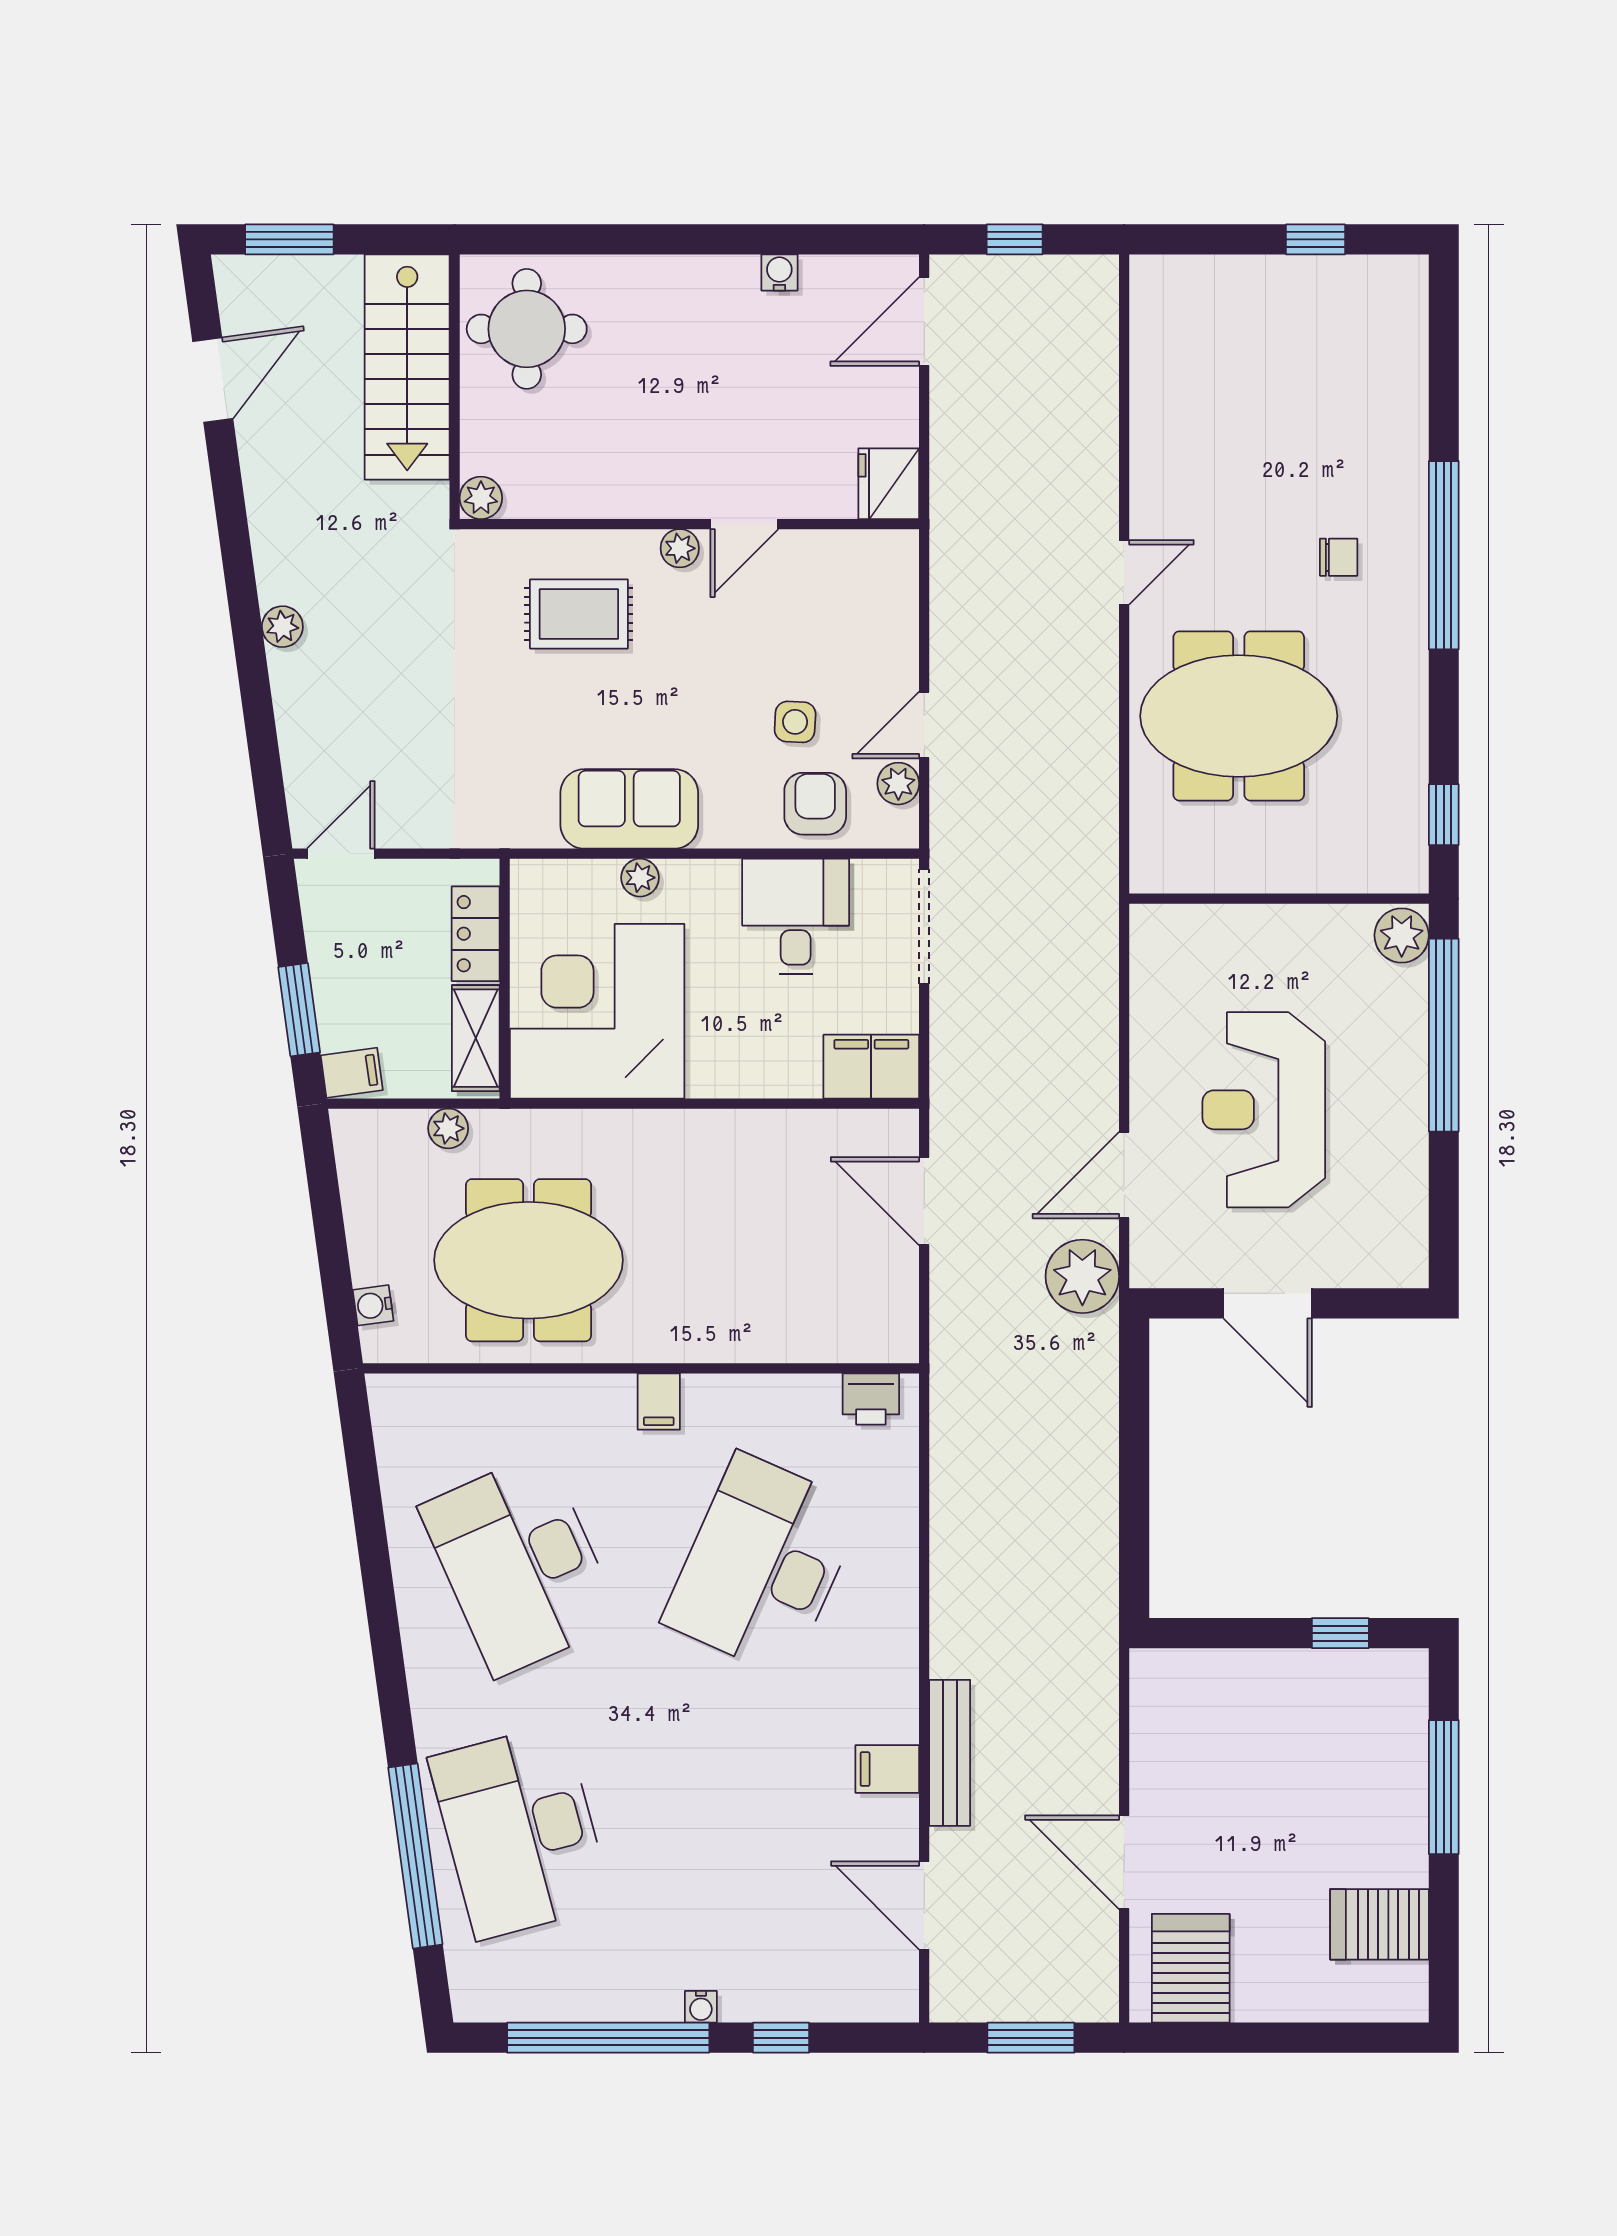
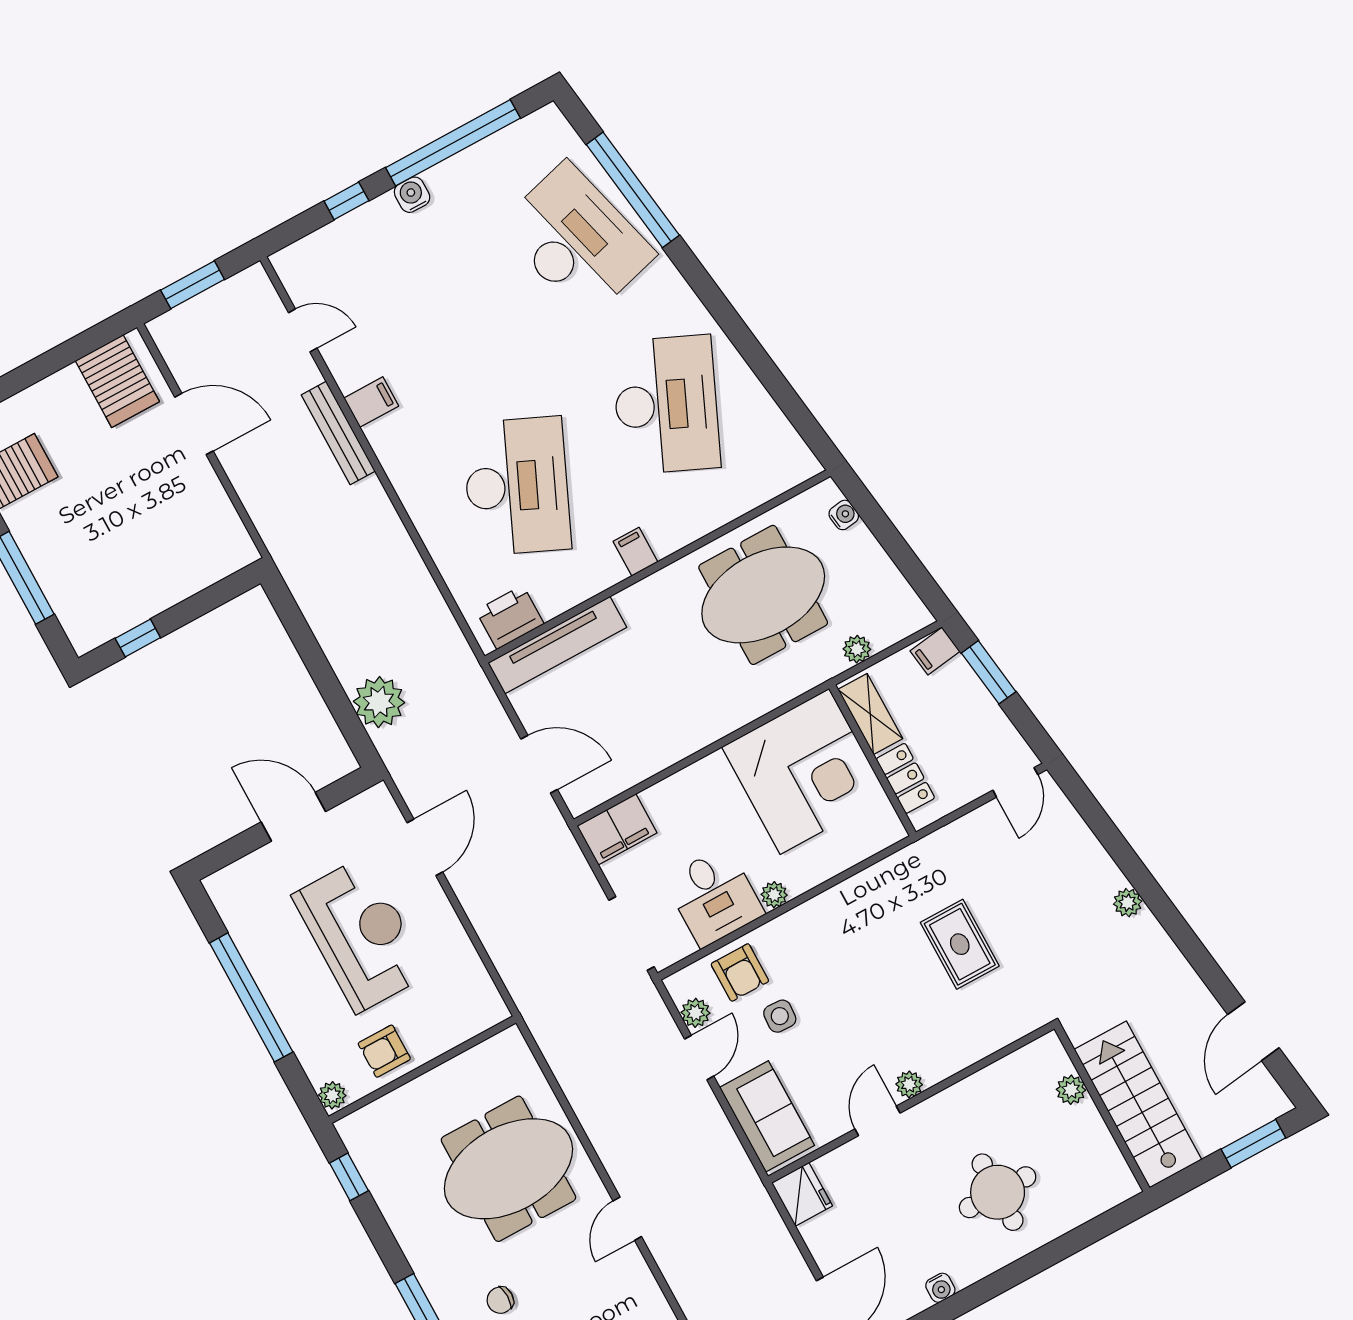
round table: (527, 329) -> (998, 1192), moved
plant: (481, 498) -> (1071, 1090), moved
rug: (579, 614) -> (960, 944), moved, turned 90
sofa: (629, 809) -> (767, 1116), moved, turned -90
plant: (640, 878) -> (774, 895), moved
plant: (1402, 935) -> (332, 1095), width x0.73, depth x0.73
armchair: (1314, 948) -> (384, 1051), added
window: (1444, 1035) -> (251, 997), moved
plant: (1082, 1276) -> (379, 702), moved
tv unit: (820, 1338) -> (557, 645), added
printer: (871, 1399) -> (510, 617), width x1.36, depth x1.24
desk: (520, 1565) -> (666, 405), turned 48
door: (924, 1905) -> (303, 330), width x0.73
water cooler: (701, 2007) -> (412, 195), width x1.38, depth x1.38

